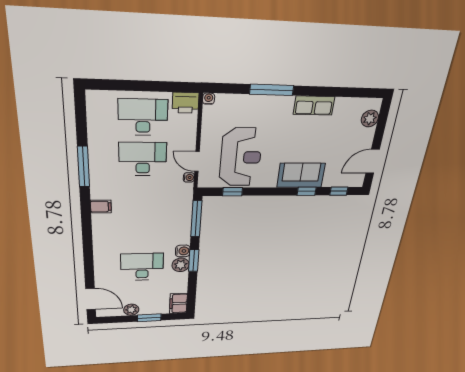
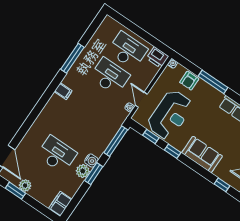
armchair: (241, 106) -> (189, 81), added
window: (307, 191) -> (173, 151), moved
window: (149, 318) -> (15, 191), moved

